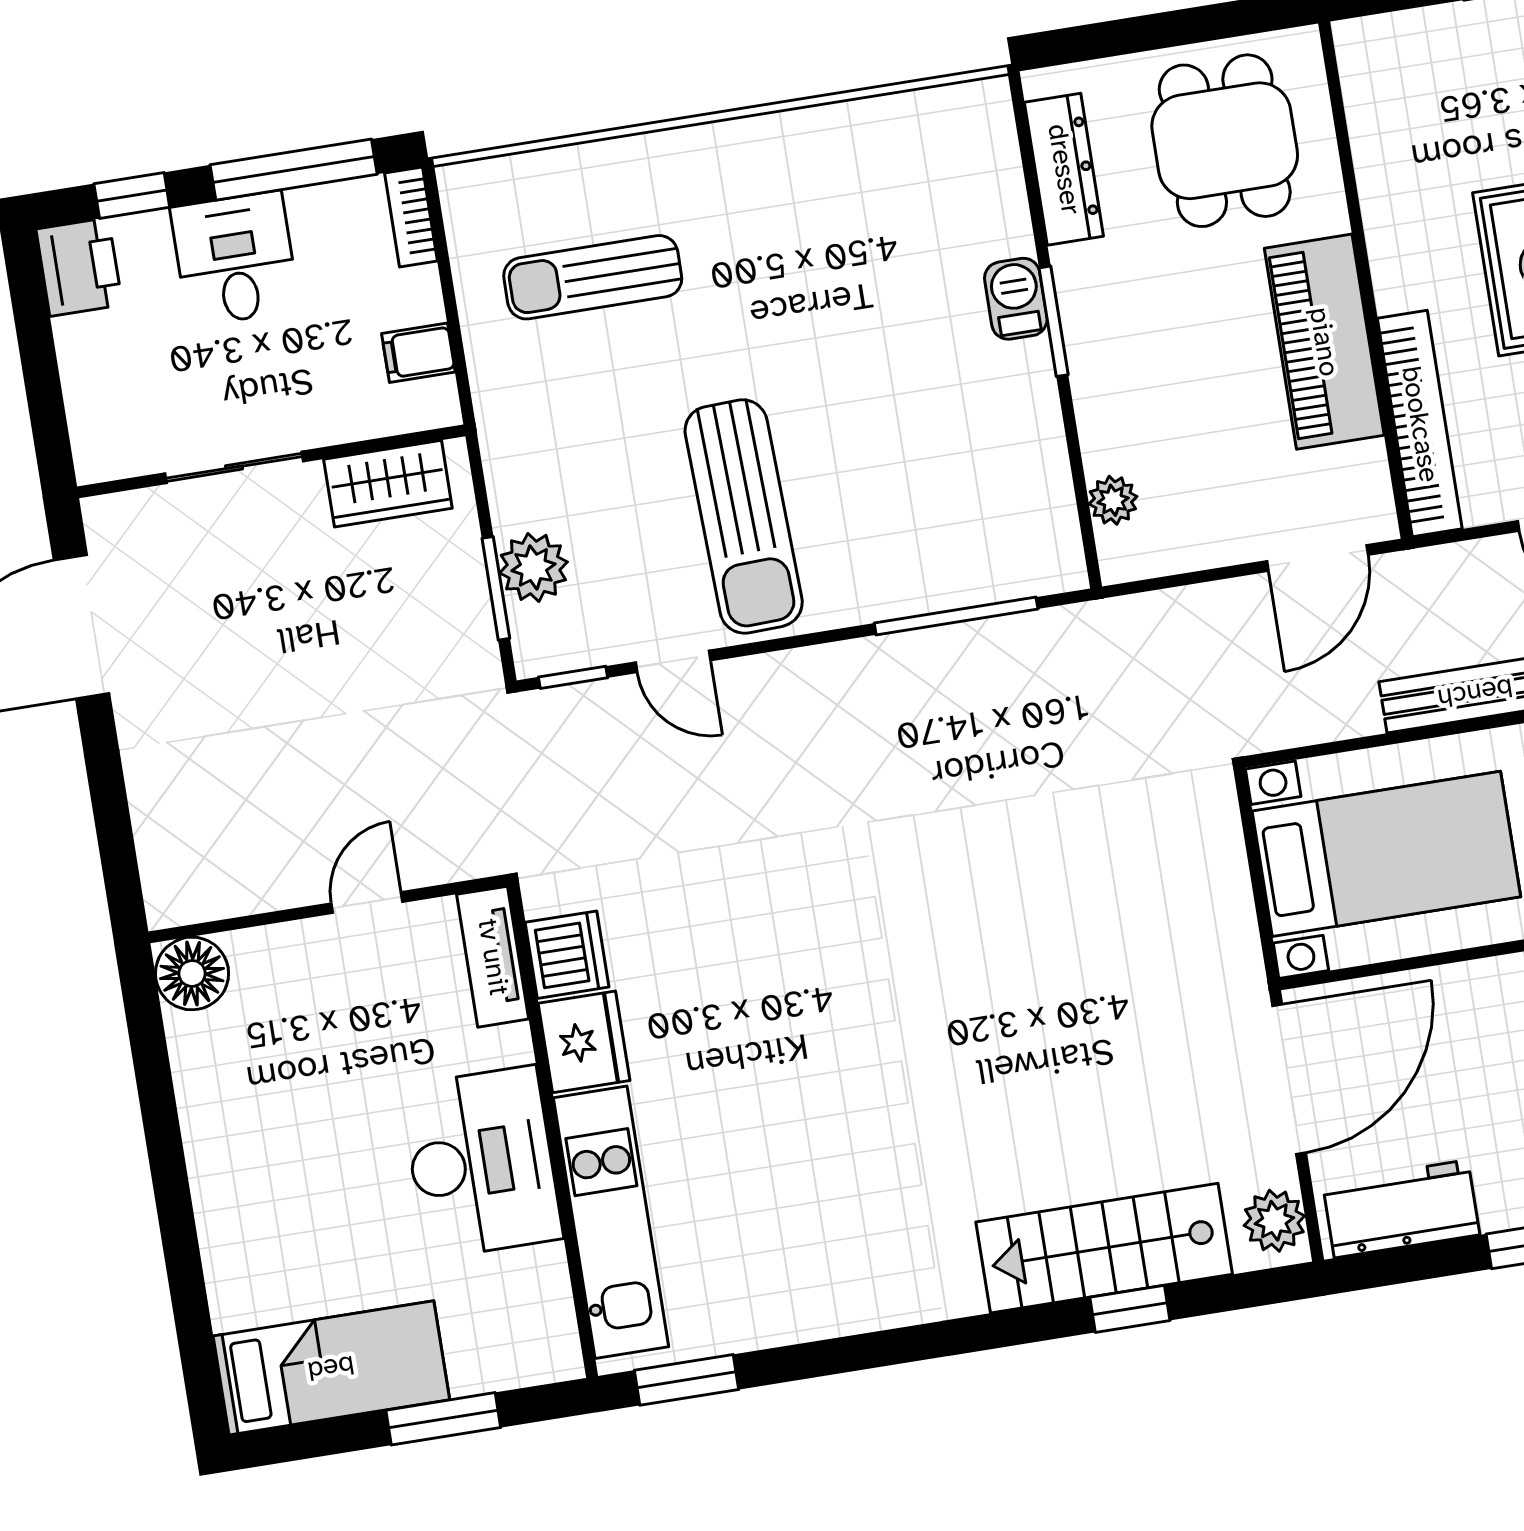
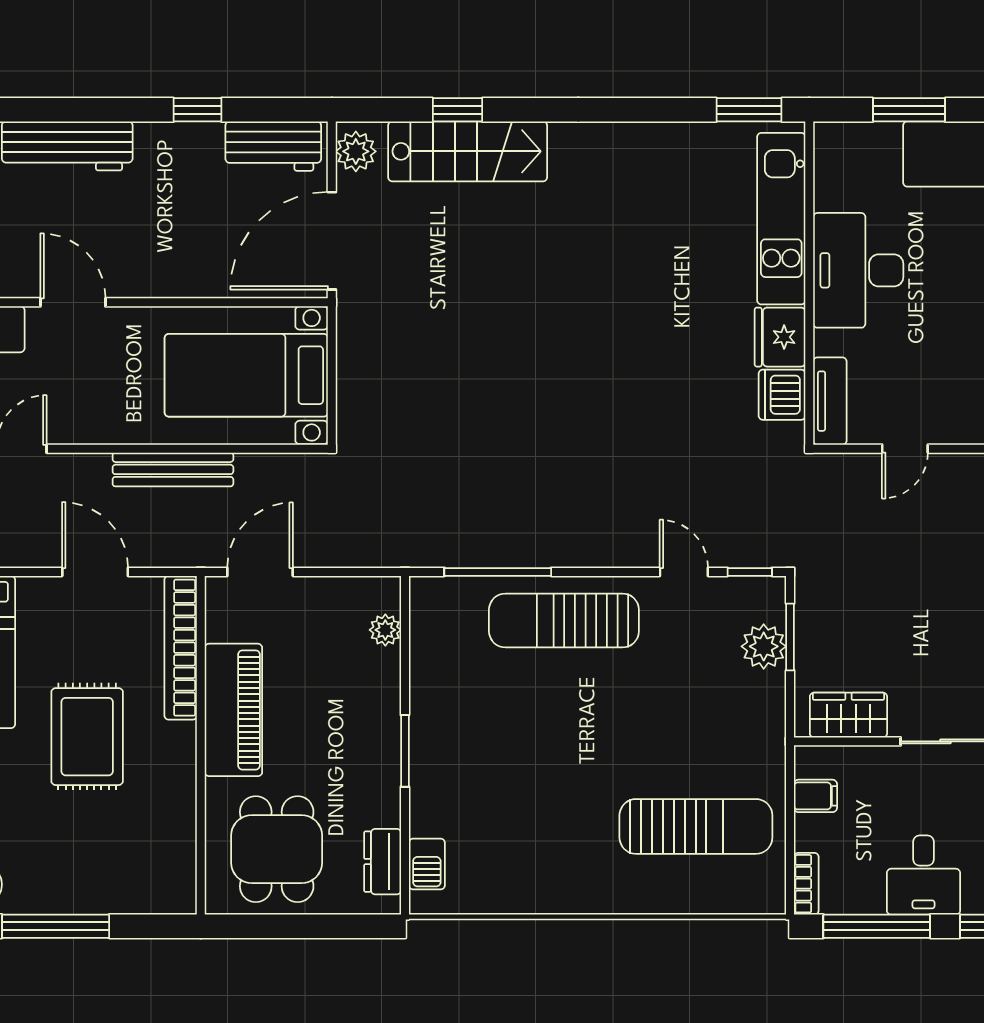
dresser: (1064, 169) -> (383, 862), width x0.70
sun lounger: (593, 277) -> (696, 826), width x1.36, depth x1.34
barbecue: (1016, 299) -> (427, 864), moved
sun lounger: (744, 517) -> (564, 620), moved, turned -88

